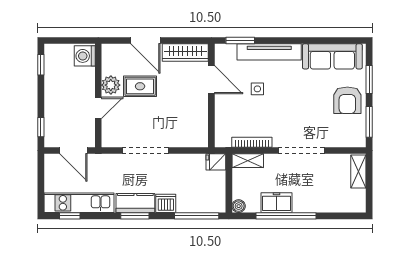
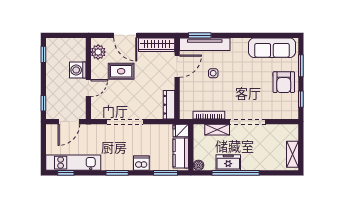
tv unit: (269, 52) -> (205, 44), moved
washing machine: (85, 56) -> (78, 70), moved
door: (211, 80) -> (177, 66), hinge flipped
plant: (111, 85) -> (98, 52), moved
window: (369, 122) -> (301, 99), width x0.67
dresser: (201, 129) -> (169, 105), added
door: (73, 150) -> (69, 122), hinge flipped
shelving: (248, 161) -> (217, 130), moved
shelving: (358, 171) -> (293, 154), moved
kitchen counter: (135, 203) -> (181, 153), moved, turned -90
window: (197, 216) -> (165, 173), width x0.69

